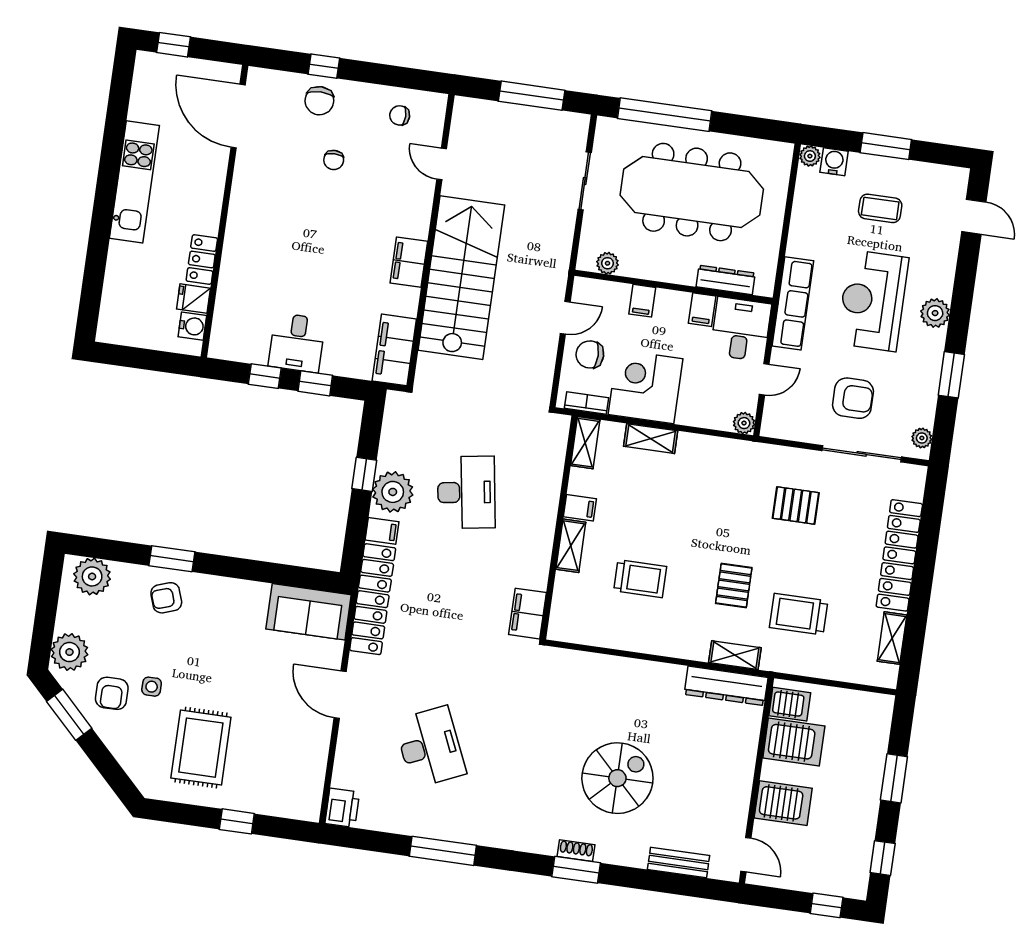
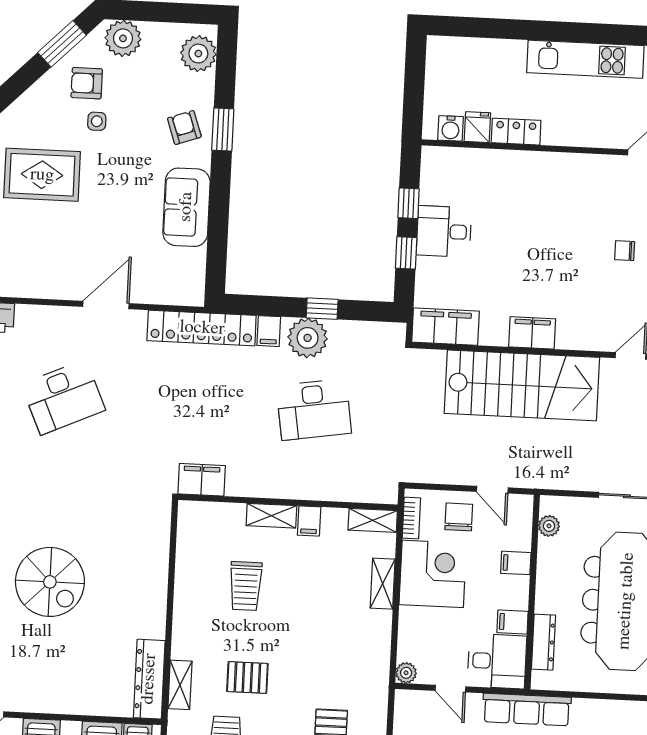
sofa: (309, 612) -> (186, 207), moved

